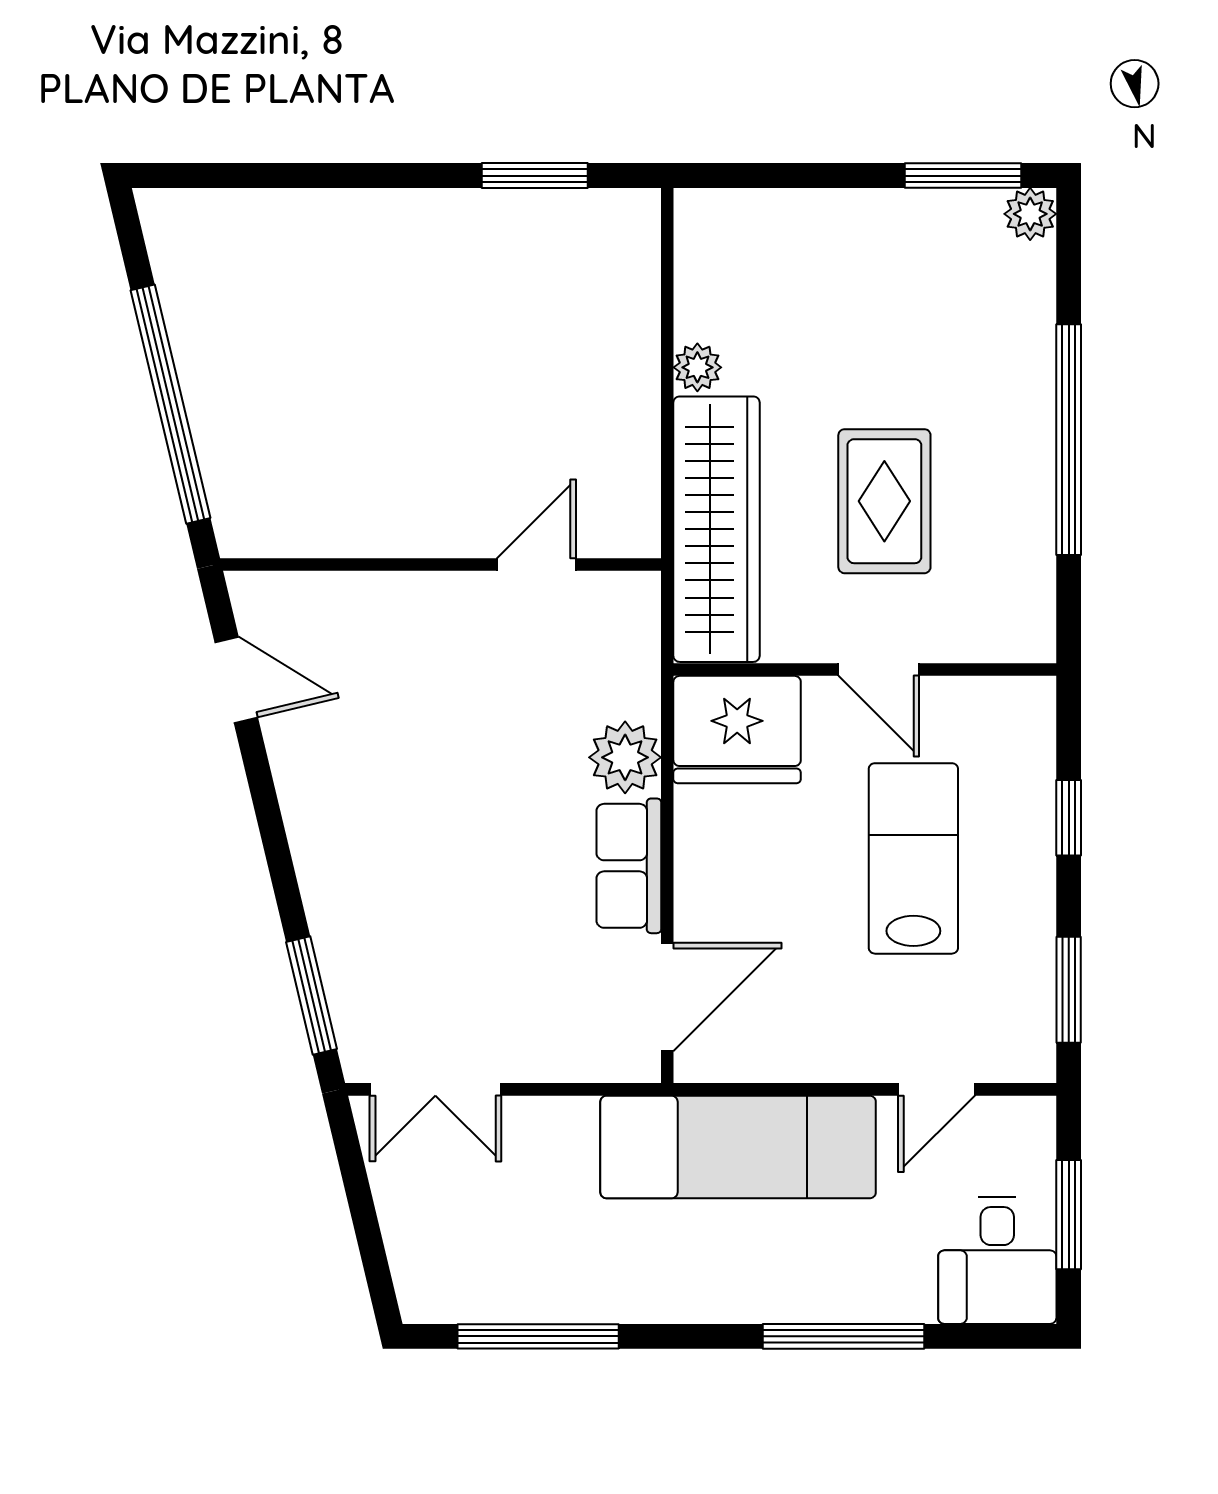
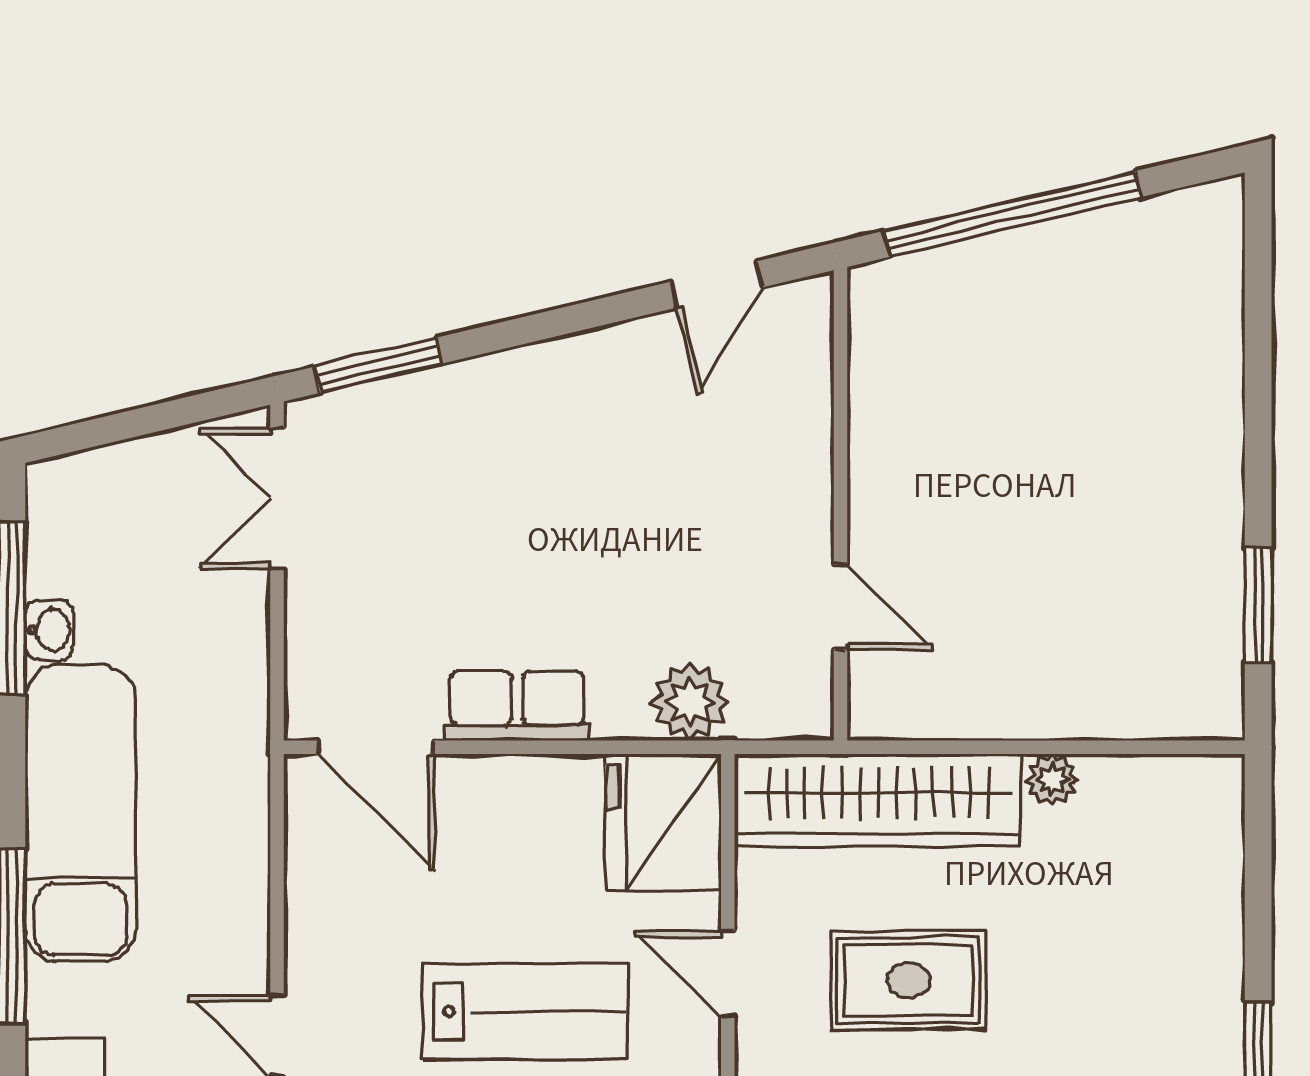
door: (879, 670) -> (728, 974), hinge flipped
plant: (625, 757) -> (690, 702), moved
exam couch: (738, 1147) -> (80, 813), moved, turned 180
washbasin: (558, 1301) -> (49, 630), added

